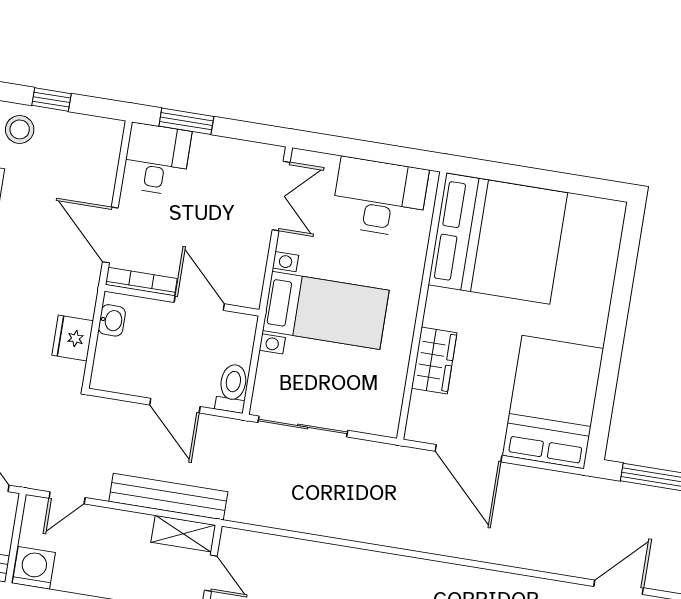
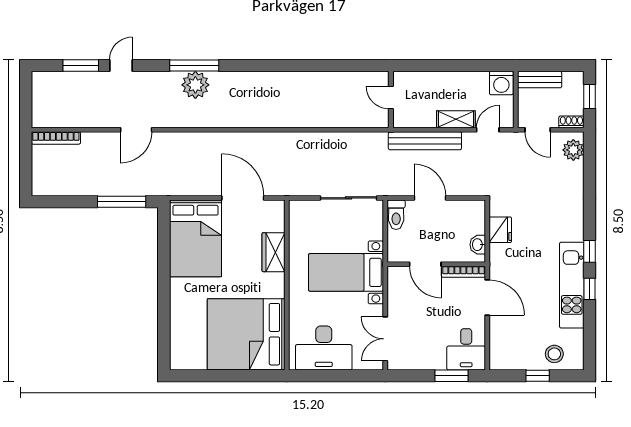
shelving: (183, 534) -> (456, 119), moved

